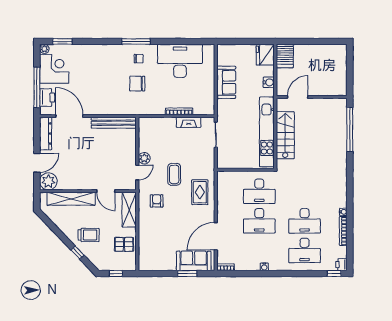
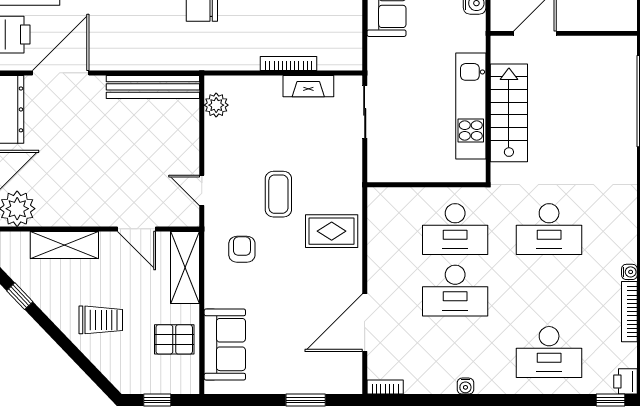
door: (69, 116) -> (61, 73), hinge flipped
kitchen unit: (267, 132) -> (471, 106), width x0.73
plant: (144, 158) -> (216, 105), moved
door: (137, 173) -> (202, 190), swing flipped
rug: (200, 192) -> (332, 231), turned 90
shelving: (71, 199) -> (64, 245), width x0.68
desk: (305, 221) -> (549, 229), moved
window: (77, 253) -> (20, 296), moved
sofa: (194, 261) -> (225, 345), moved, turned 90

